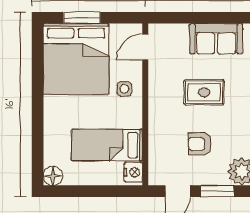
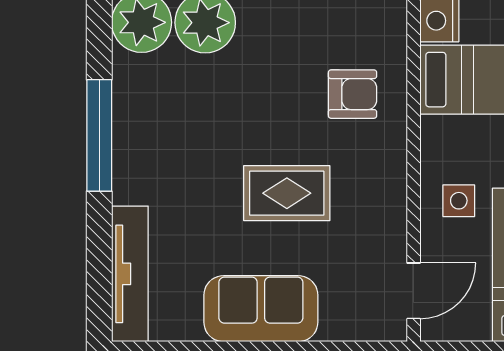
armchair: (200, 144) -> (353, 94), moved

